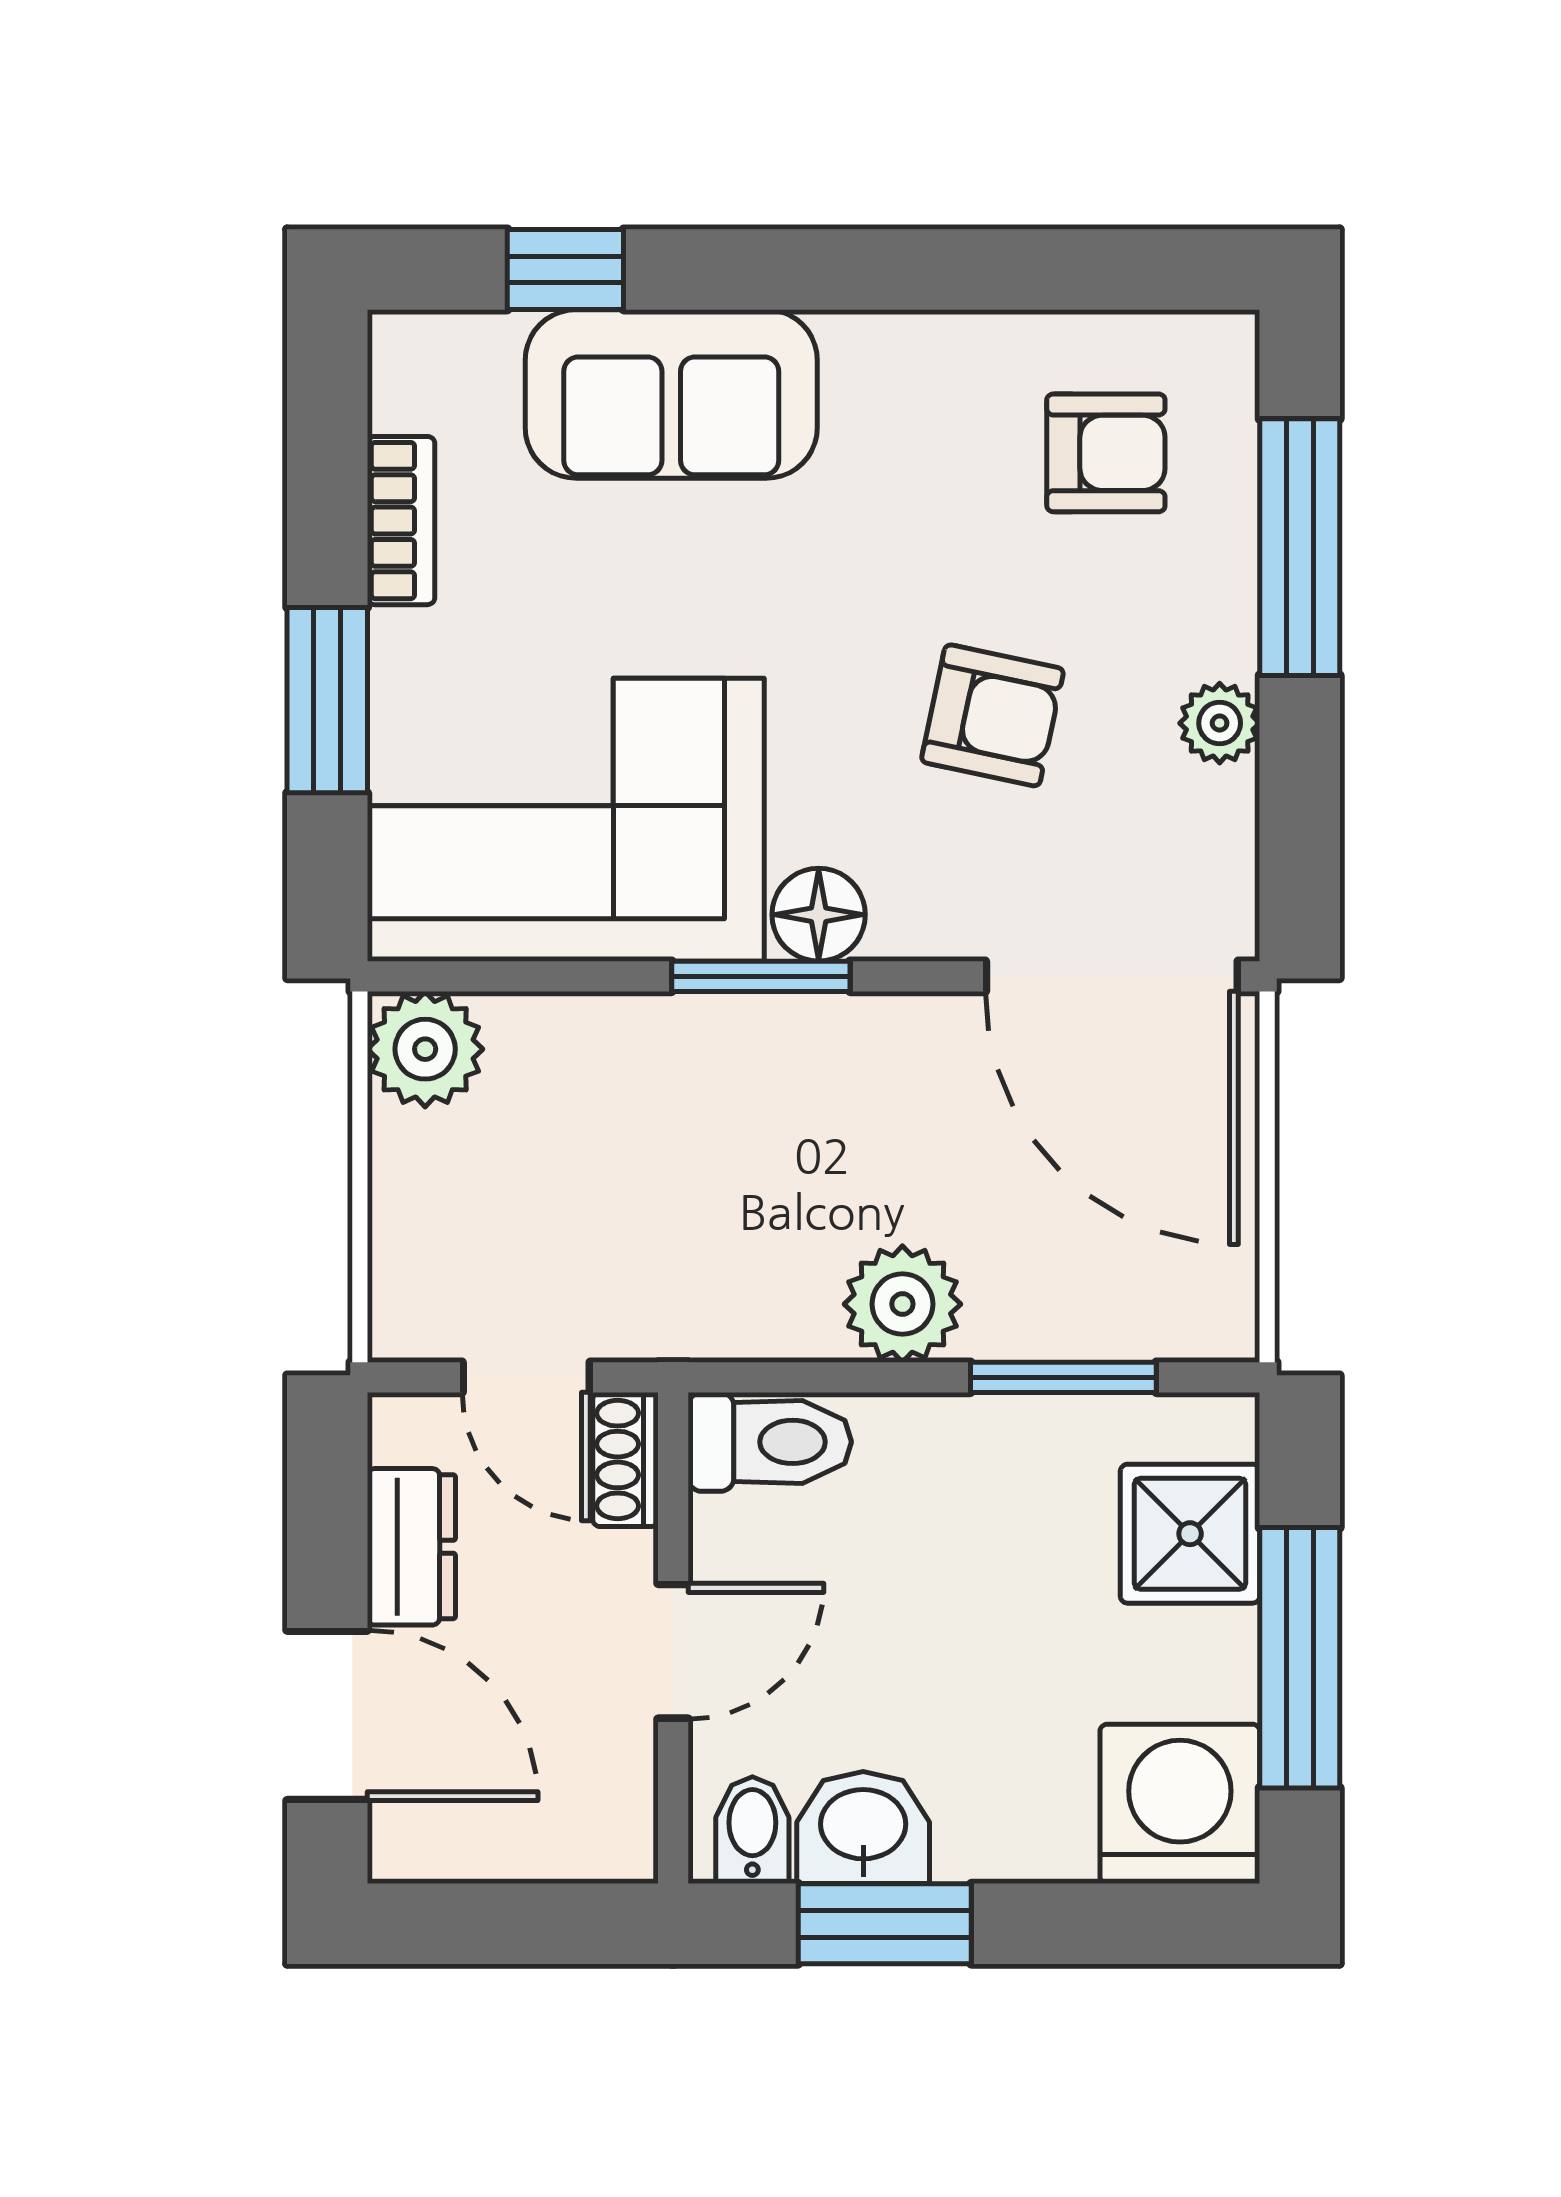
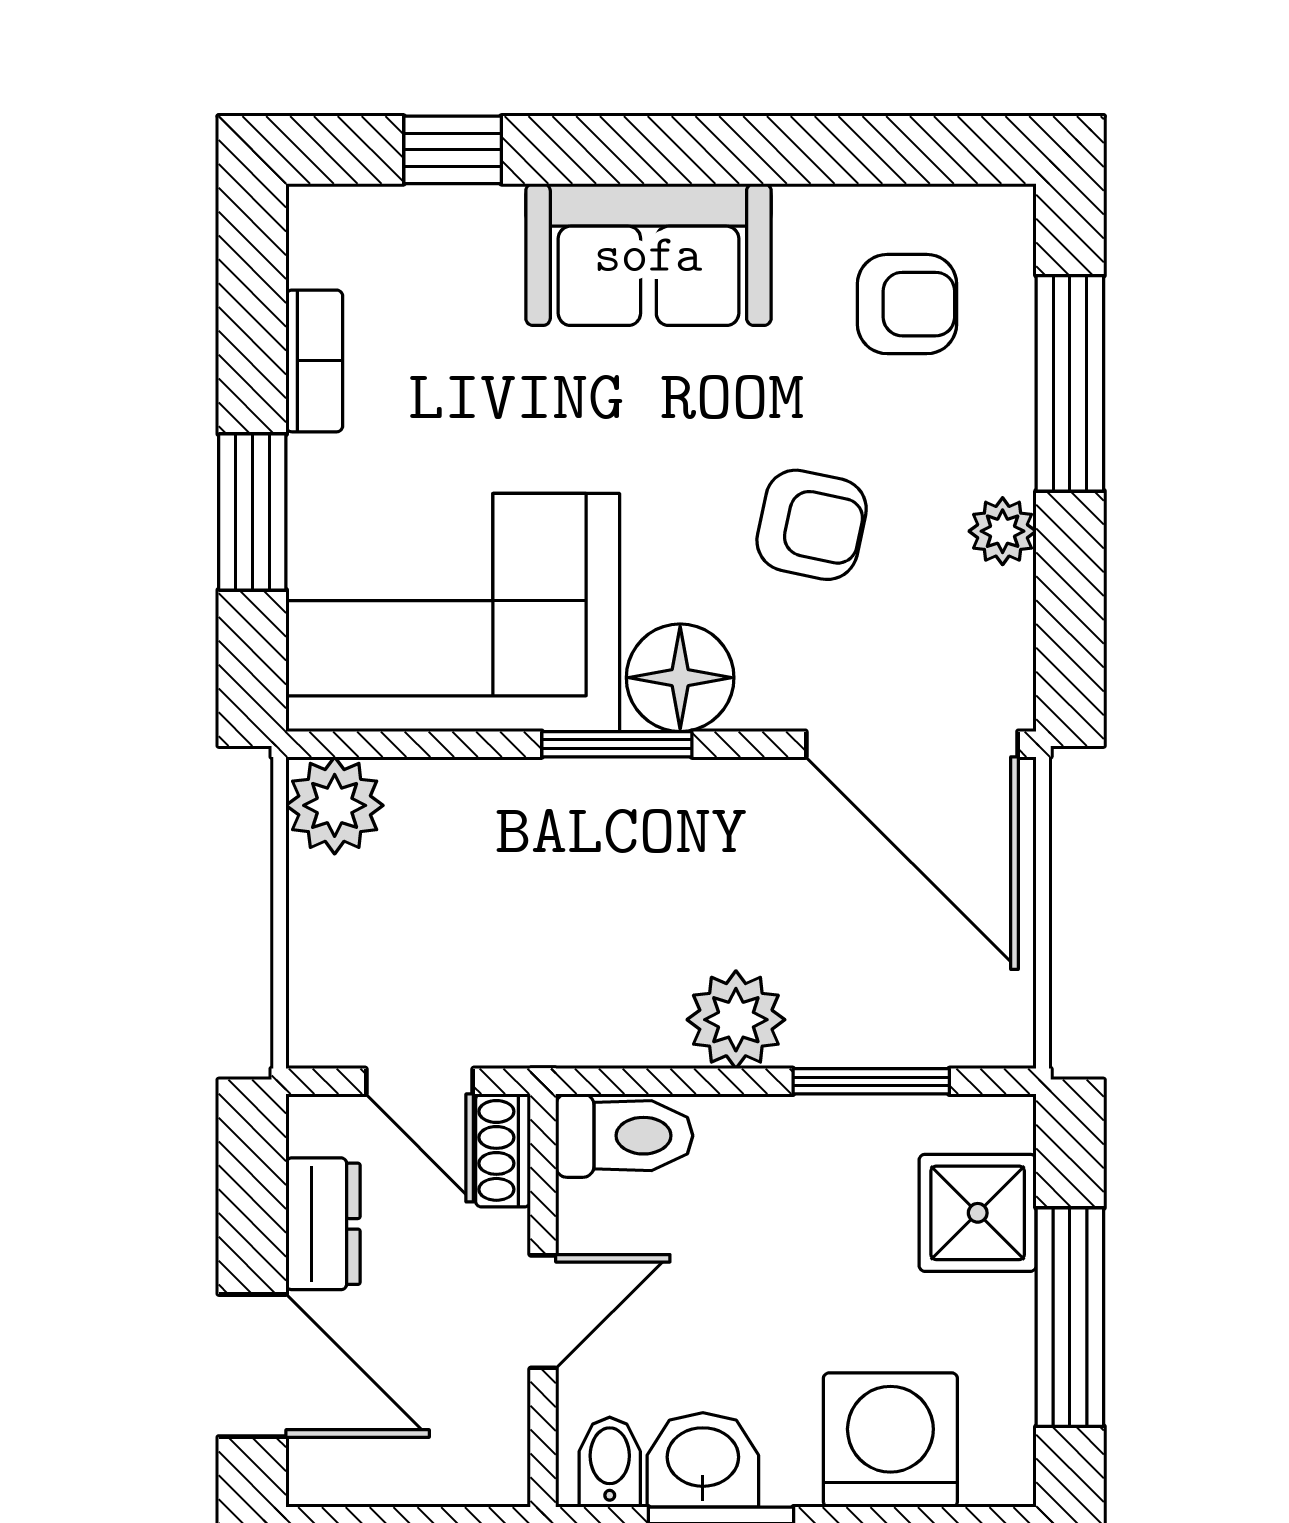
sofa: (671, 394) -> (648, 255), moved
floor lamp: (819, 915) -> (680, 678), width x1.38, depth x1.38
washing machine: (1180, 1804) -> (890, 1440), moved

